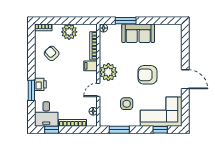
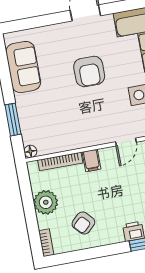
sofa: (138, 33) -> (23, 67), moved
plant: (108, 72) -> (96, 132), removed
door: (98, 90) -> (126, 142), hinge flipped

